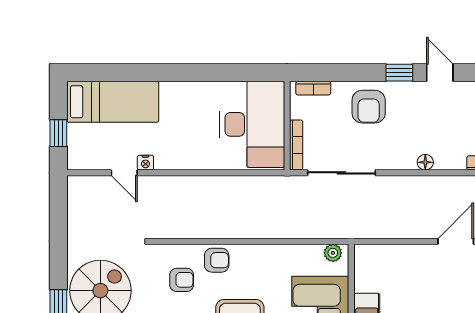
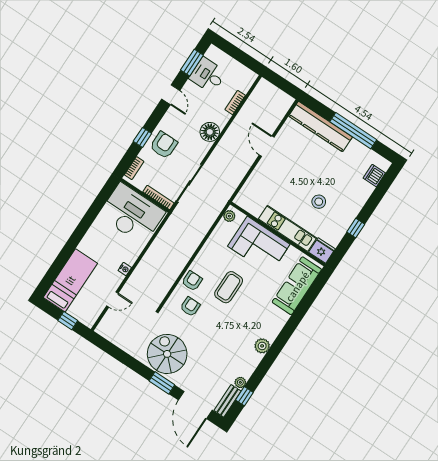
window: (399, 73) -> (142, 137), moved
door: (440, 73) -> (171, 95), swing flipped
armchair: (369, 107) -> (164, 145), turned -90
floor lamp: (425, 162) -> (210, 132), width x1.89, depth x1.89
nightstand: (145, 163) -> (125, 269), moved

